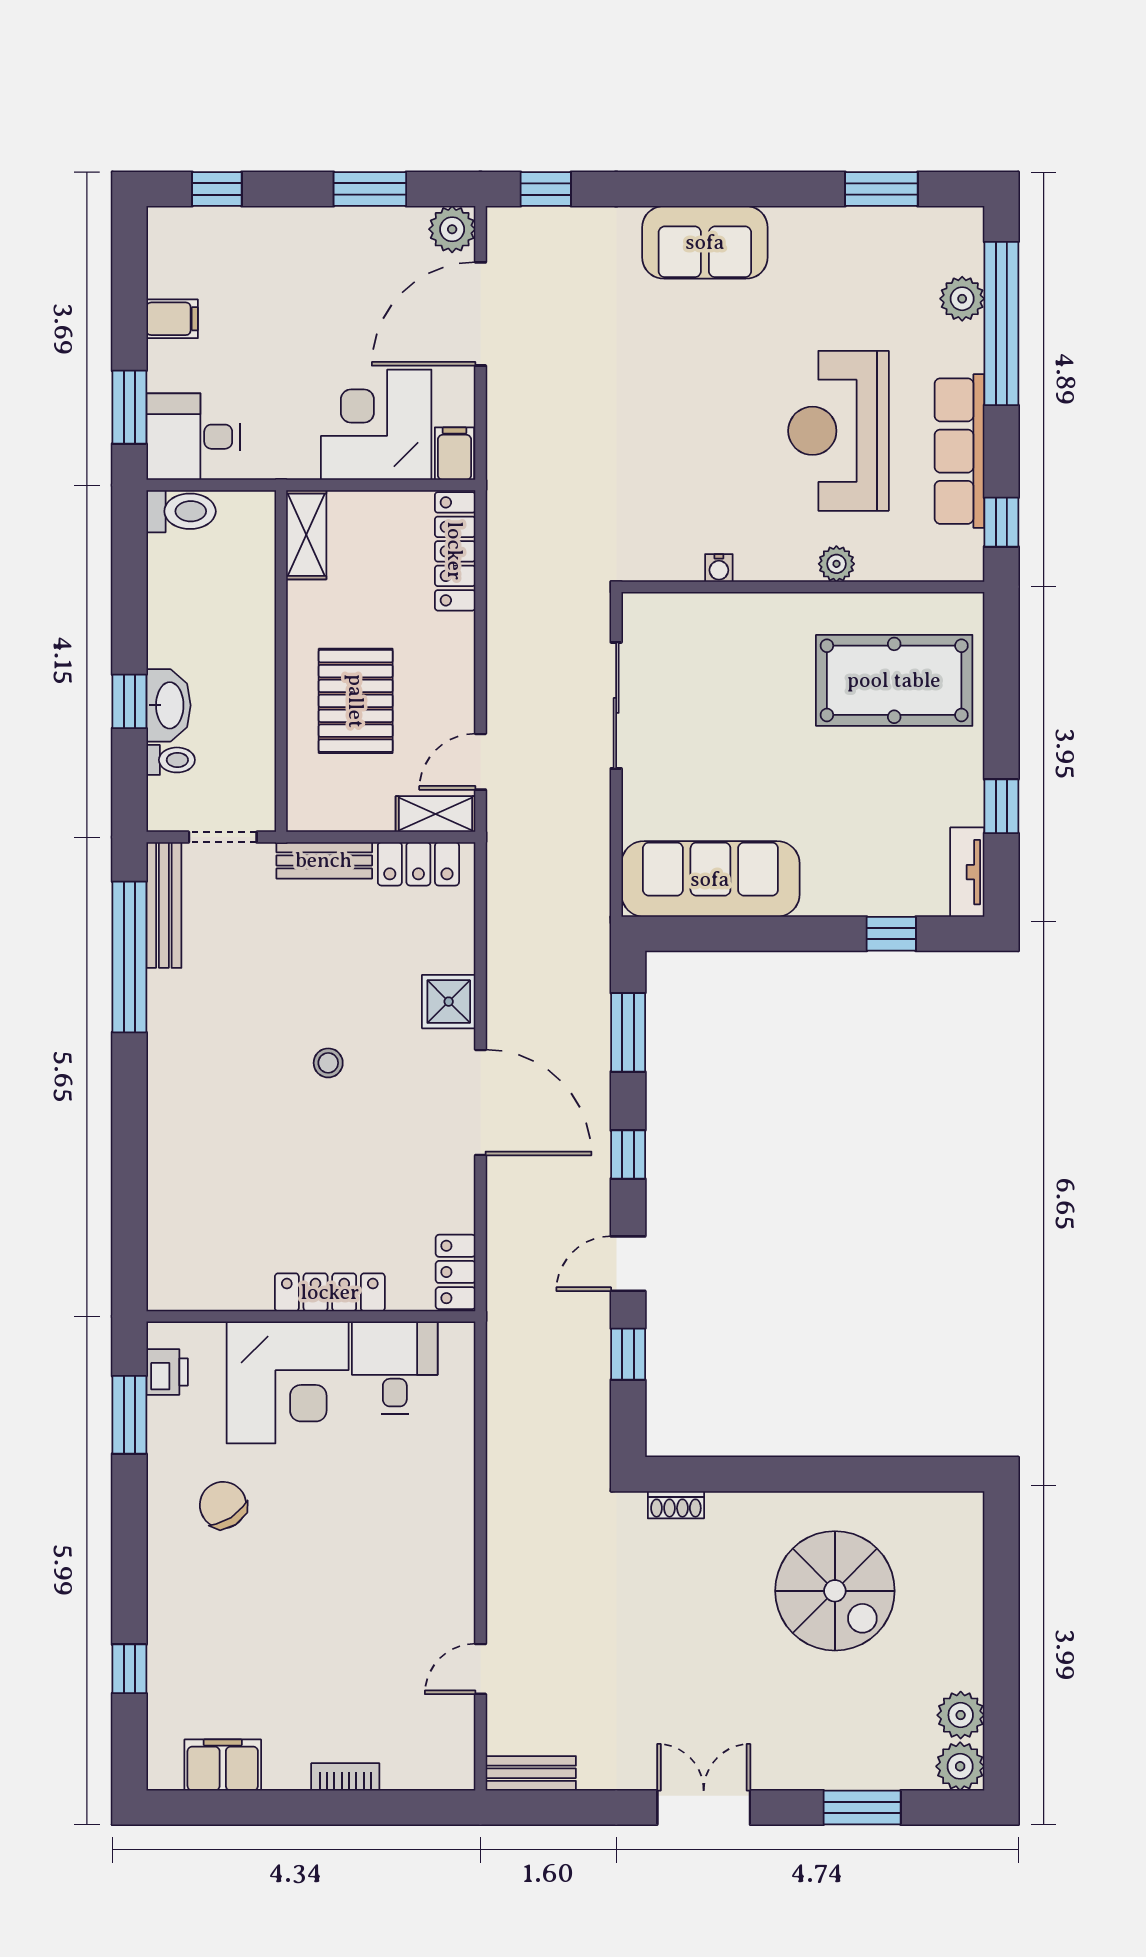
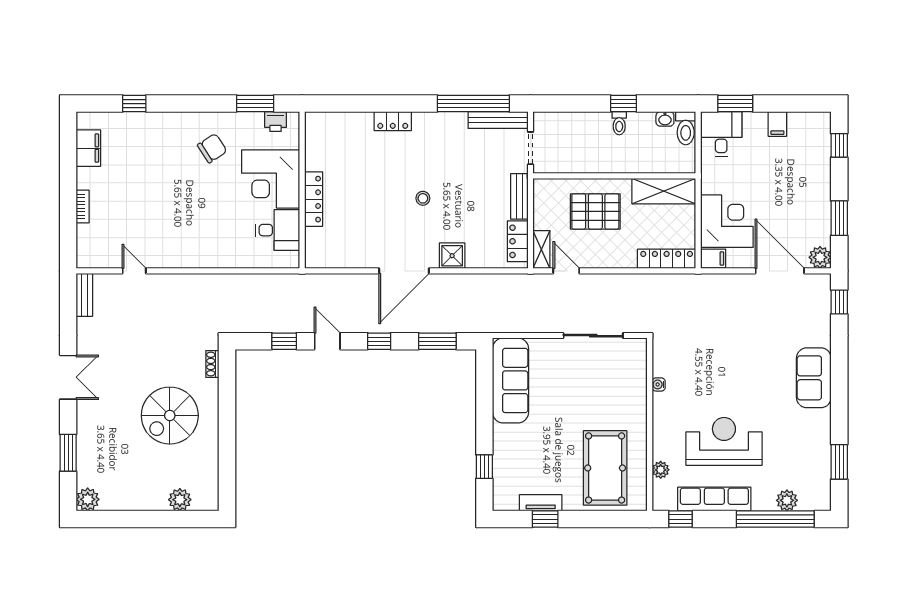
shelving: (306, 535) -> (664, 191), width x1.50, depth x1.33
plant: (836, 564) -> (661, 470), moved
window: (129, 701) -> (623, 104), moved
washbasin: (168, 705) -> (665, 119), moved, width x0.52, depth x0.69
toilet: (171, 760) -> (619, 123), moved
tv unit: (967, 872) -> (541, 503), moved
locker: (456, 1272) -> (393, 121), moved, turned 180
spiral stairs: (835, 1591) -> (170, 416), moved
plant: (961, 1715) -> (180, 500), moved

